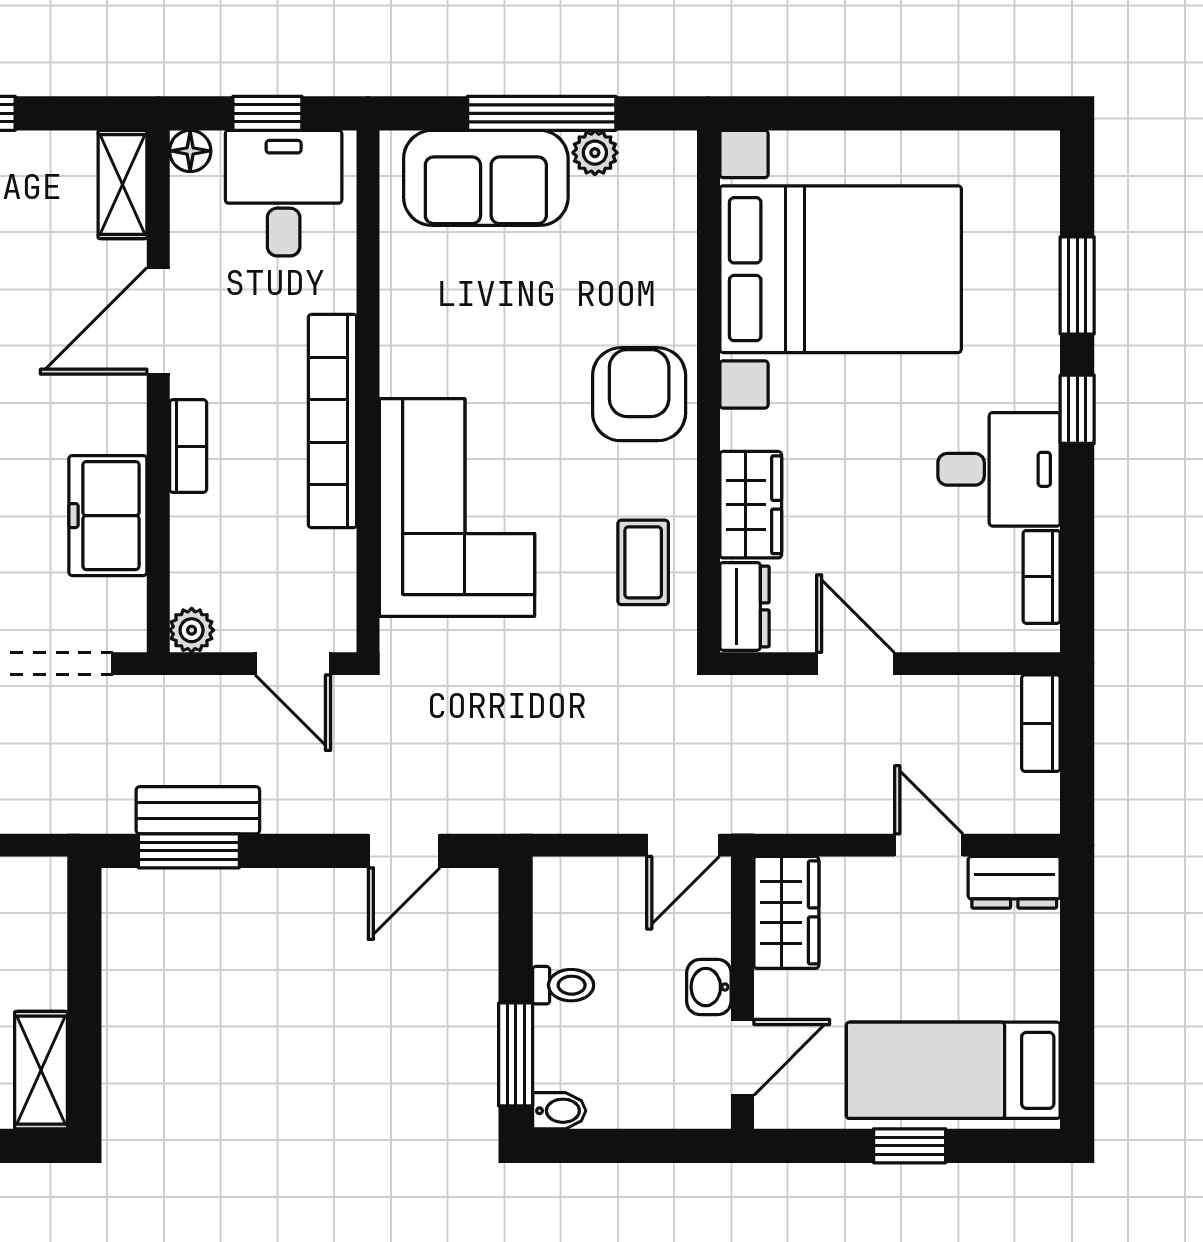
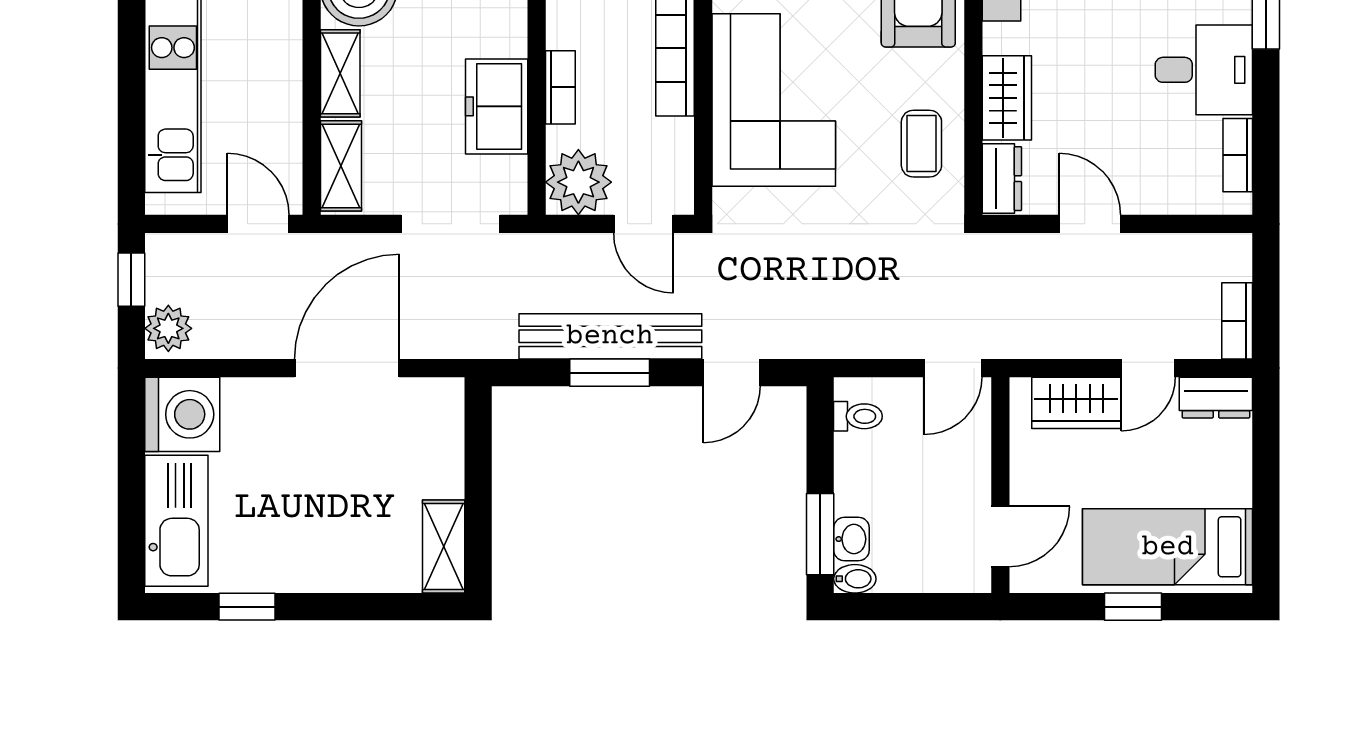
bookcase: (188, 446) -> (560, 87), moved
plant: (192, 630) -> (578, 182), width x1.88, depth x1.88
bookcase: (1041, 723) -> (1237, 321), moved
bench: (198, 810) -> (610, 336), width x1.86, depth x1.21
door: (929, 845) -> (1148, 368), swing flipped
window: (189, 851) -> (610, 373), moved
wardrobe: (786, 912) -> (1076, 403), moved, turned 90
toilet: (563, 985) -> (858, 416), moved
washbasin: (709, 987) -> (851, 539), moved, turned 180

